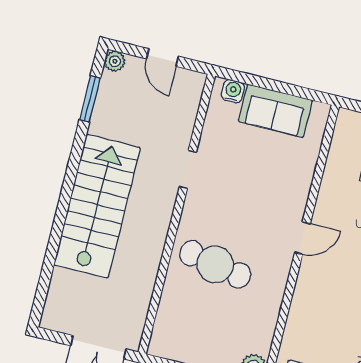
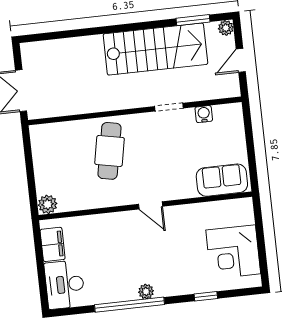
water cooler: (233, 91) -> (204, 114), moved, turned -90
sofa: (275, 111) -> (222, 180), moved, turned 90
stairs: (97, 206) -> (155, 49), moved

